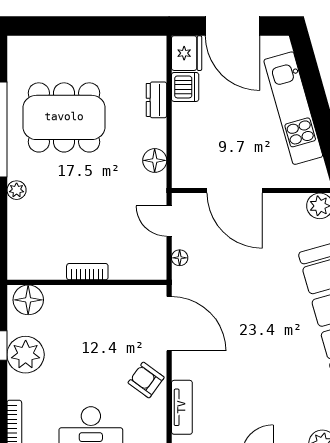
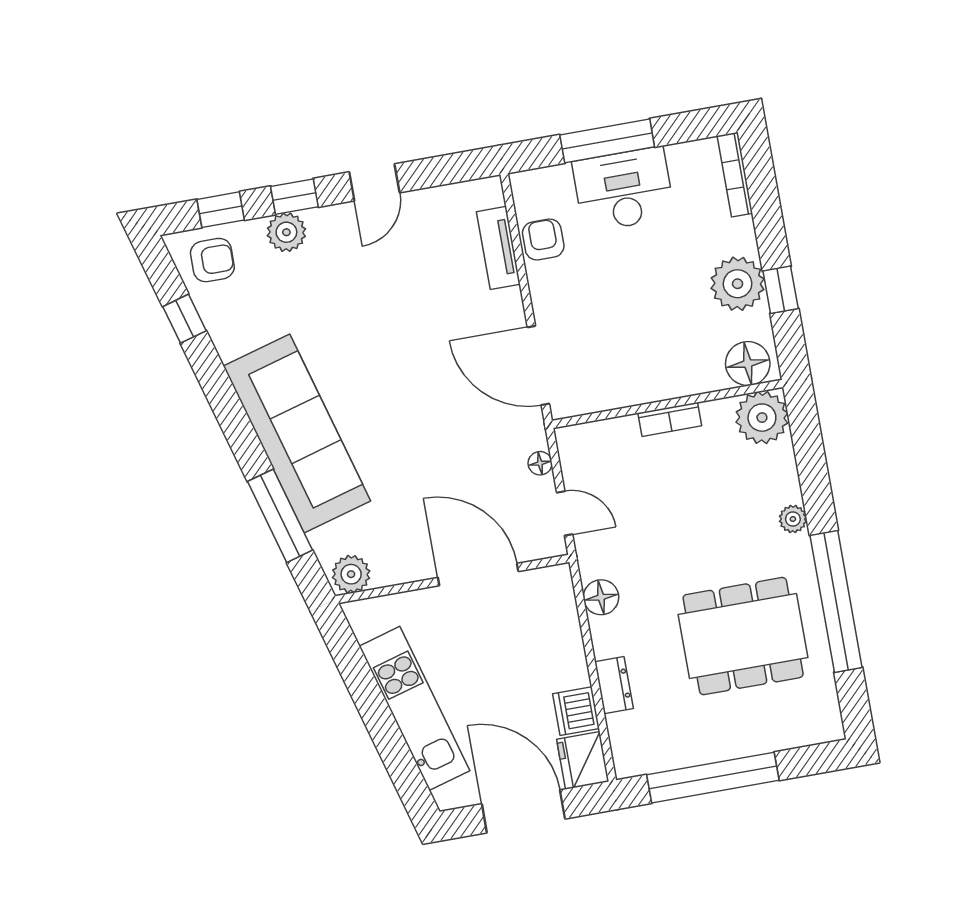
window: (101, 26) -> (713, 778), added
plant: (25, 262) -> (762, 418), added
armchair: (146, 380) -> (543, 239), moved, turned -126

